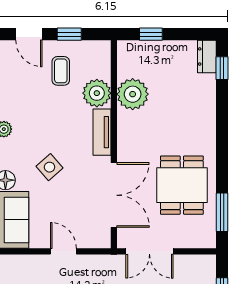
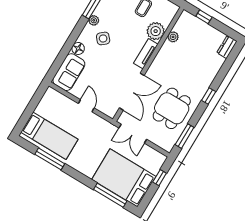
window: (222, 68) -> (209, 96), moved
plant: (133, 94) -> (173, 37), width x0.53, depth x0.53
side table: (50, 167) -> (103, 38), moved

